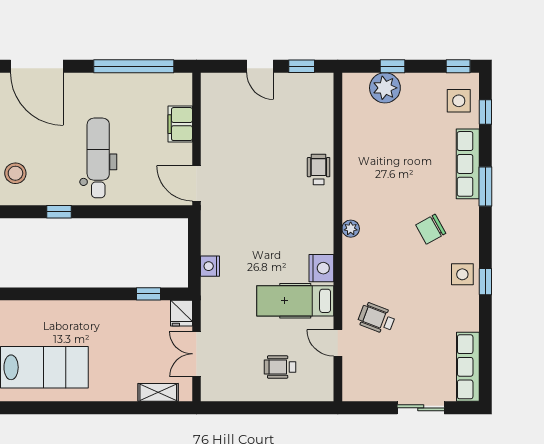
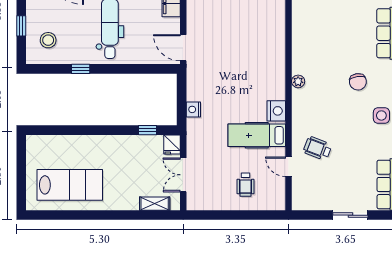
wheelchair: (319, 170) -> (274, 37), removed
chair: (431, 229) -> (358, 82), turned -69
wheelchair: (280, 367) -> (246, 185), turned -90

